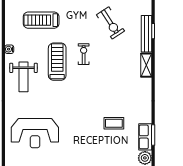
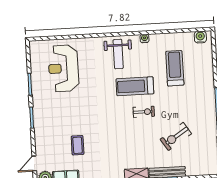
treadmill: (57, 62) -> (135, 86), turned 180
weight bench: (23, 77) -> (118, 54), turned -90

